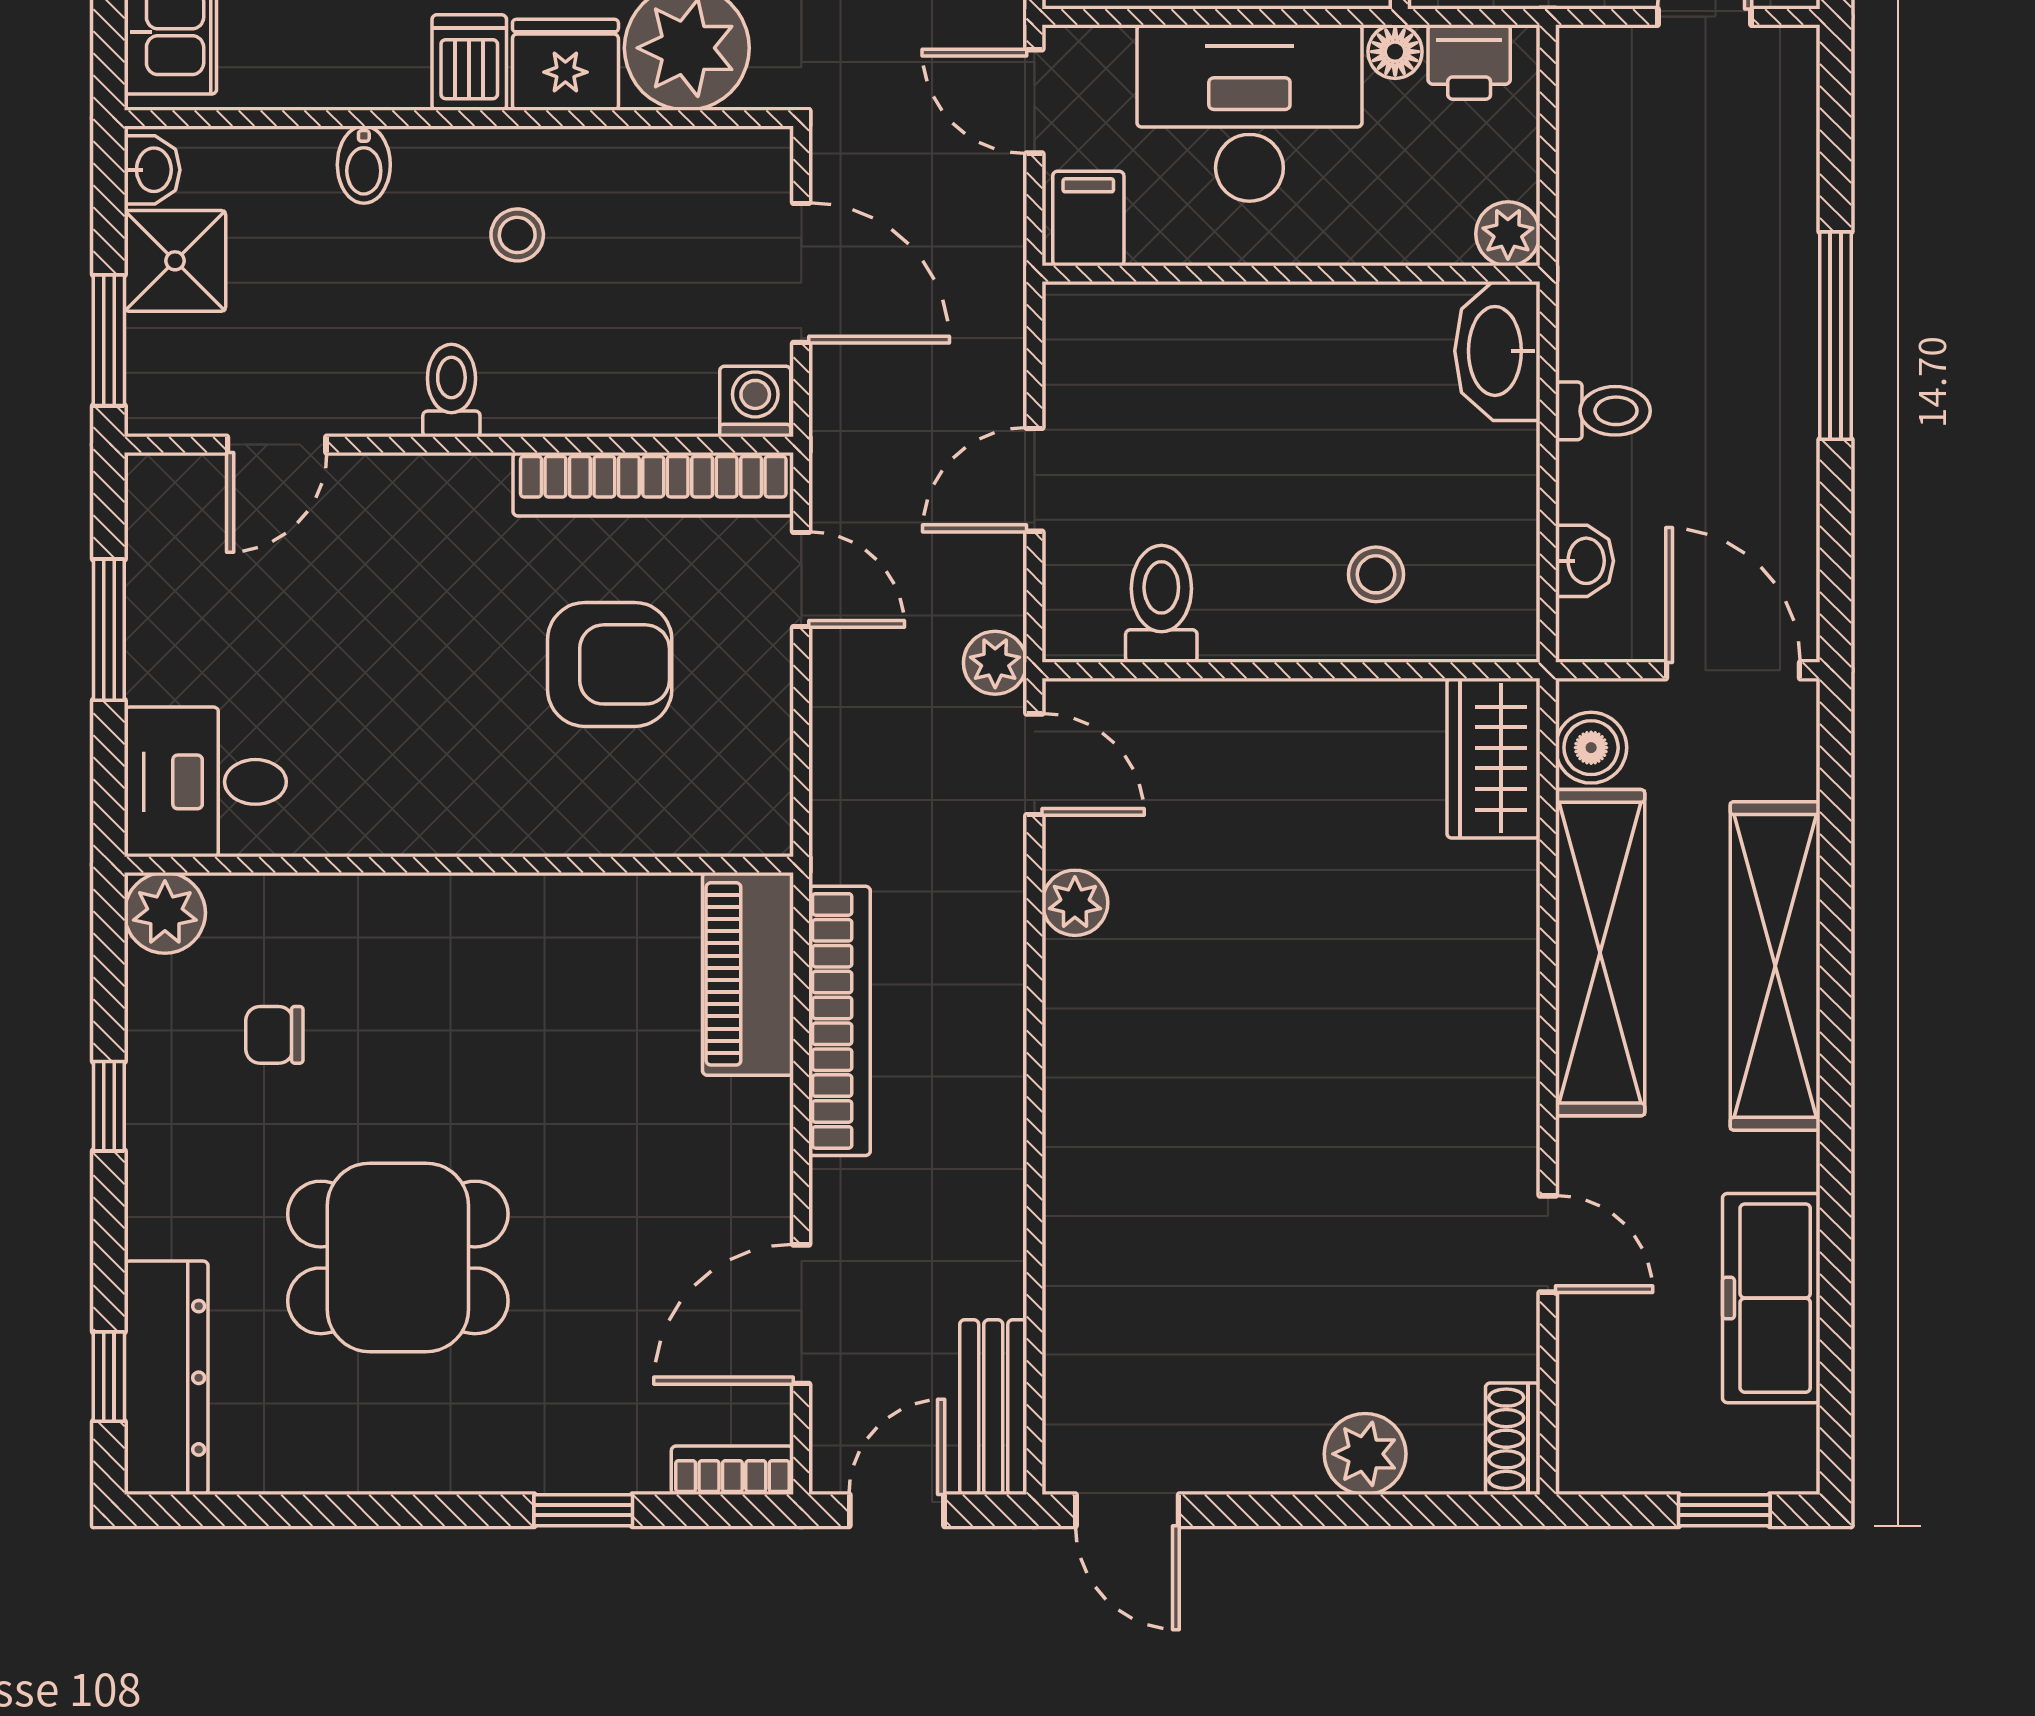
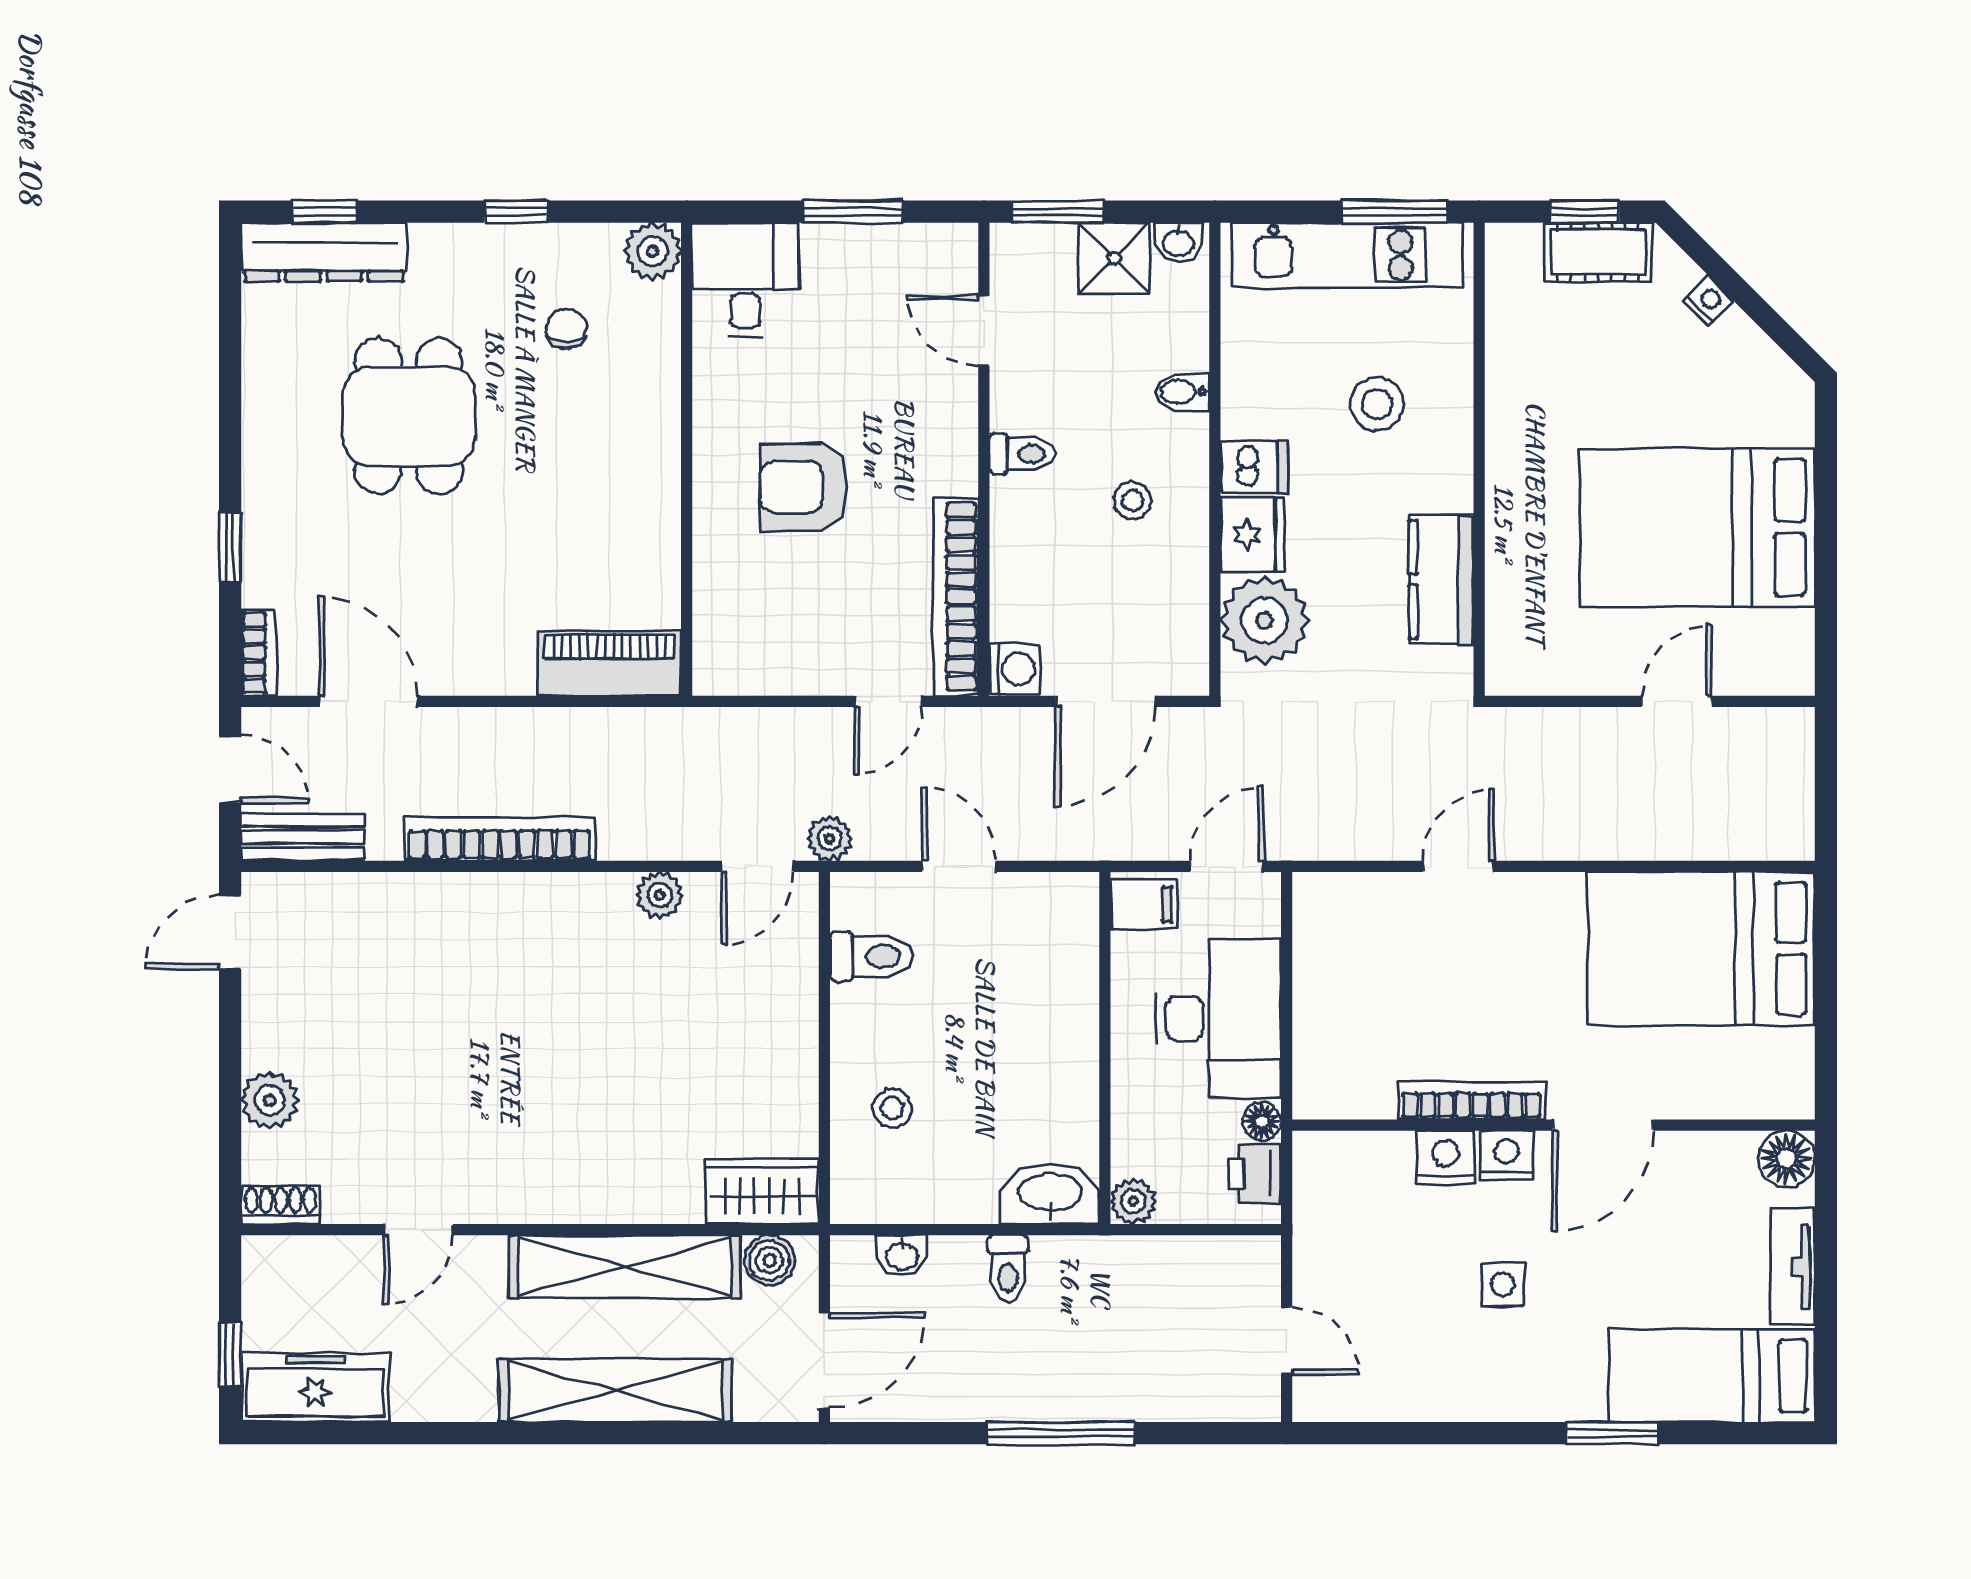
armchair: (610, 664) -> (804, 487), moved, turned 90
bookcase: (839, 1021) -> (499, 839), moved, turned 180
freezer: (1771, 1298) -> (315, 1388), moved

